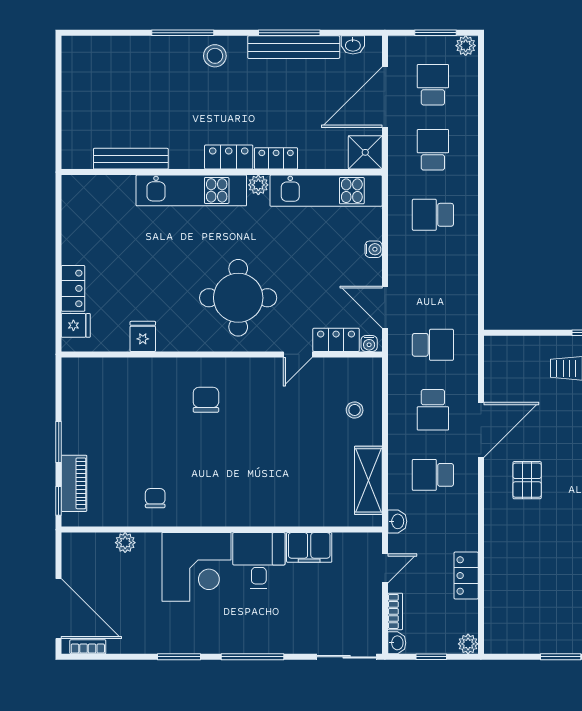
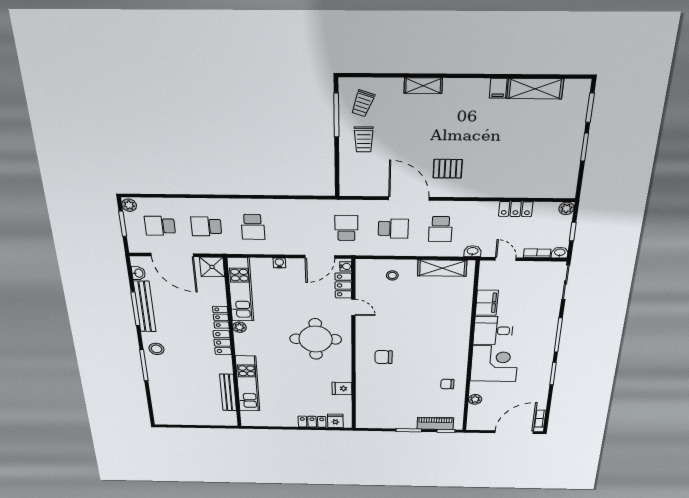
kitchen unit: (191, 190) -> (248, 384), moved

